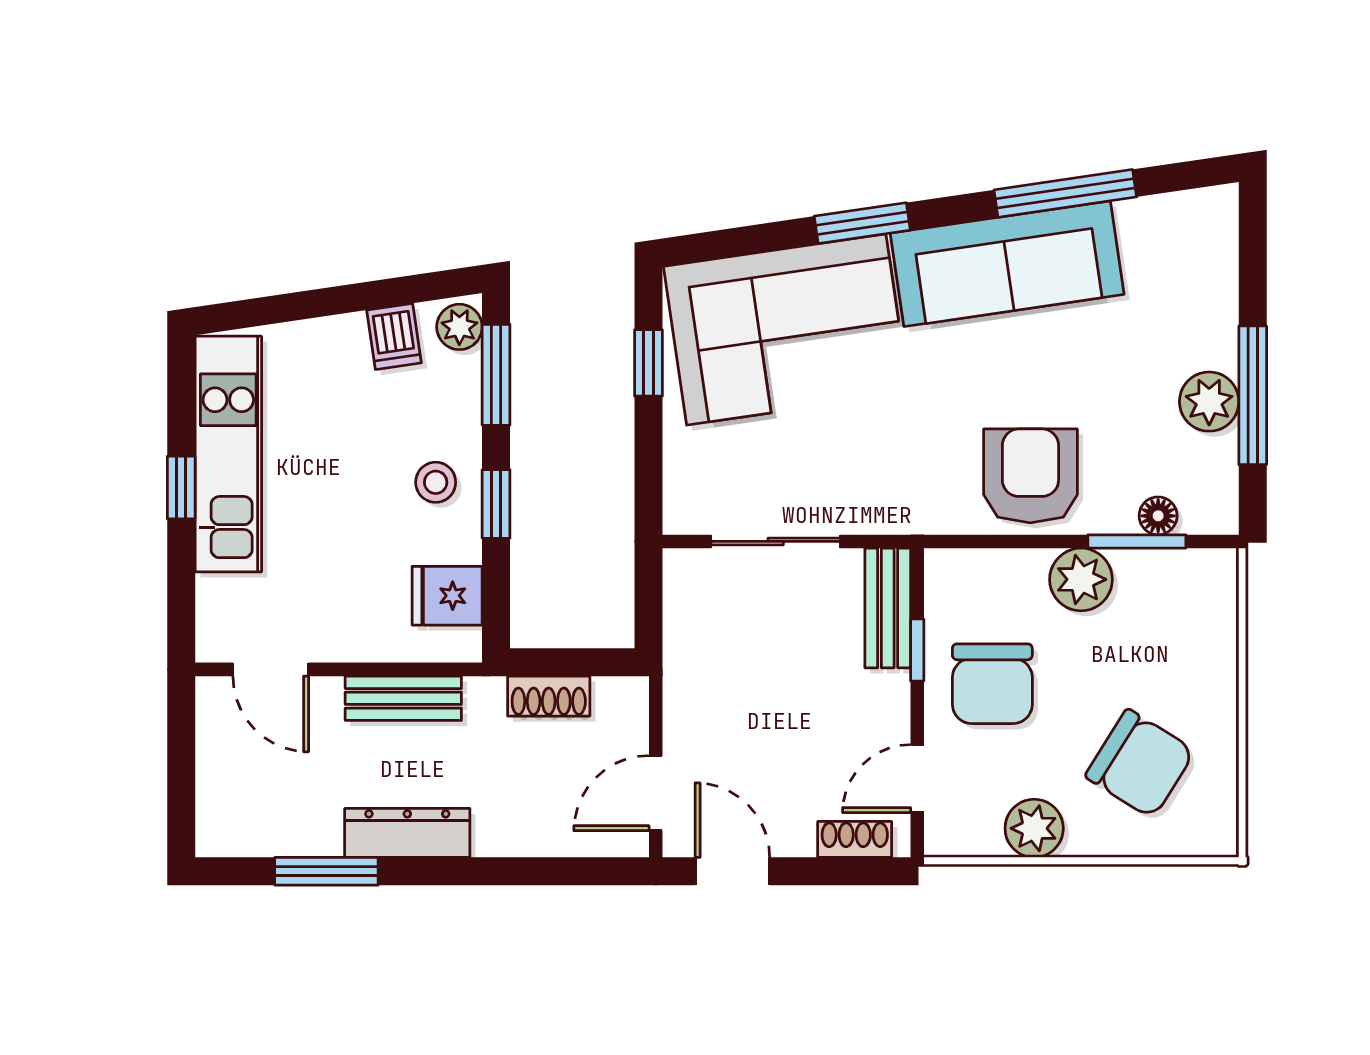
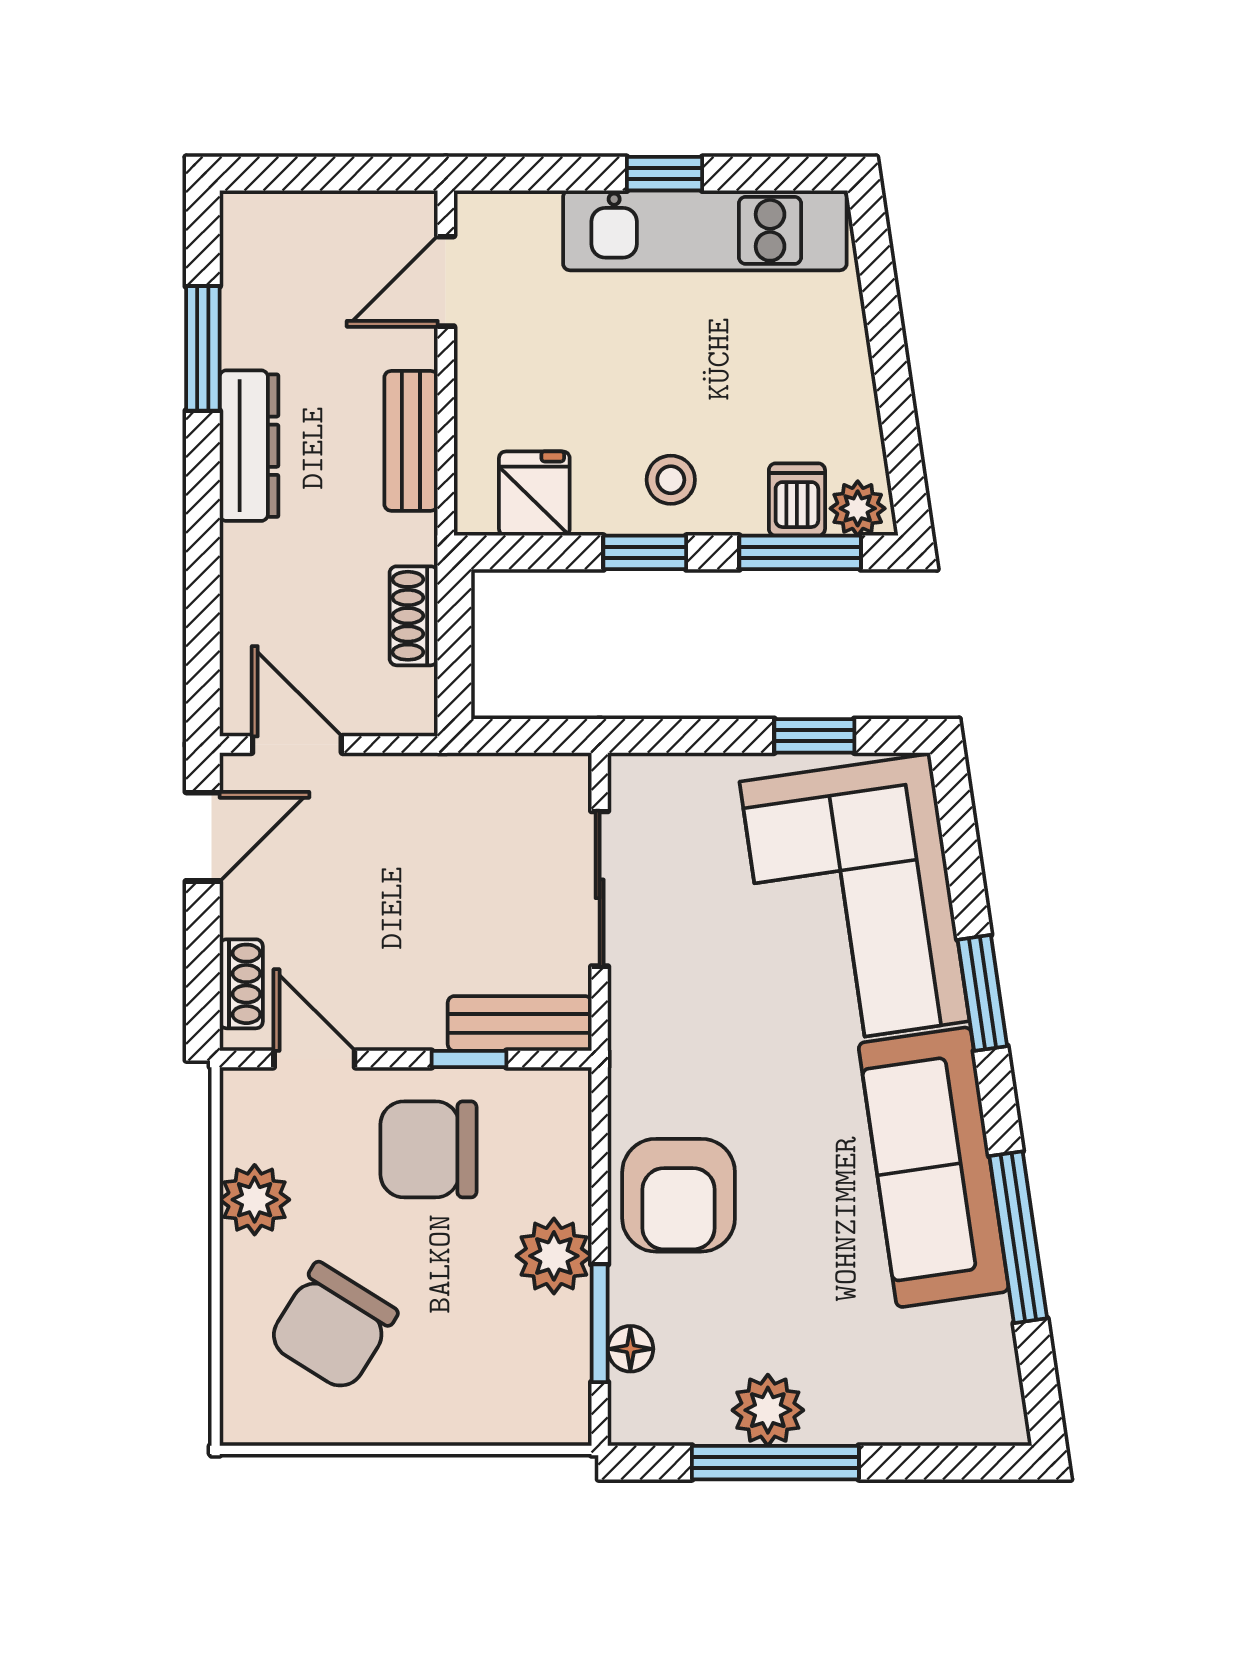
dishwasher: (394, 336) -> (797, 500), moved, turned 98
armchair: (1030, 476) -> (679, 1195), turned 90

